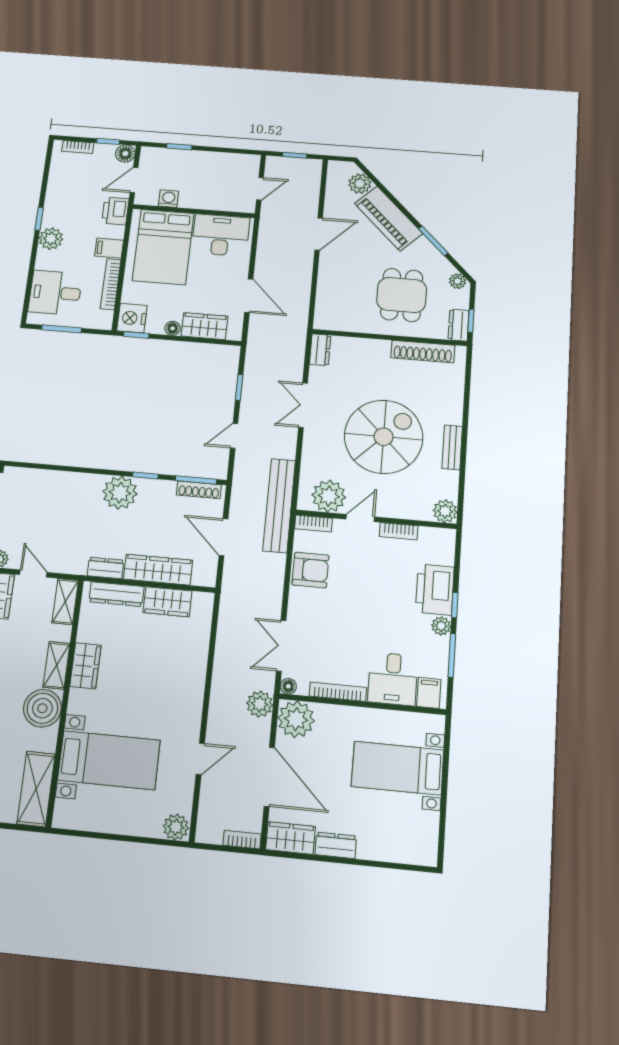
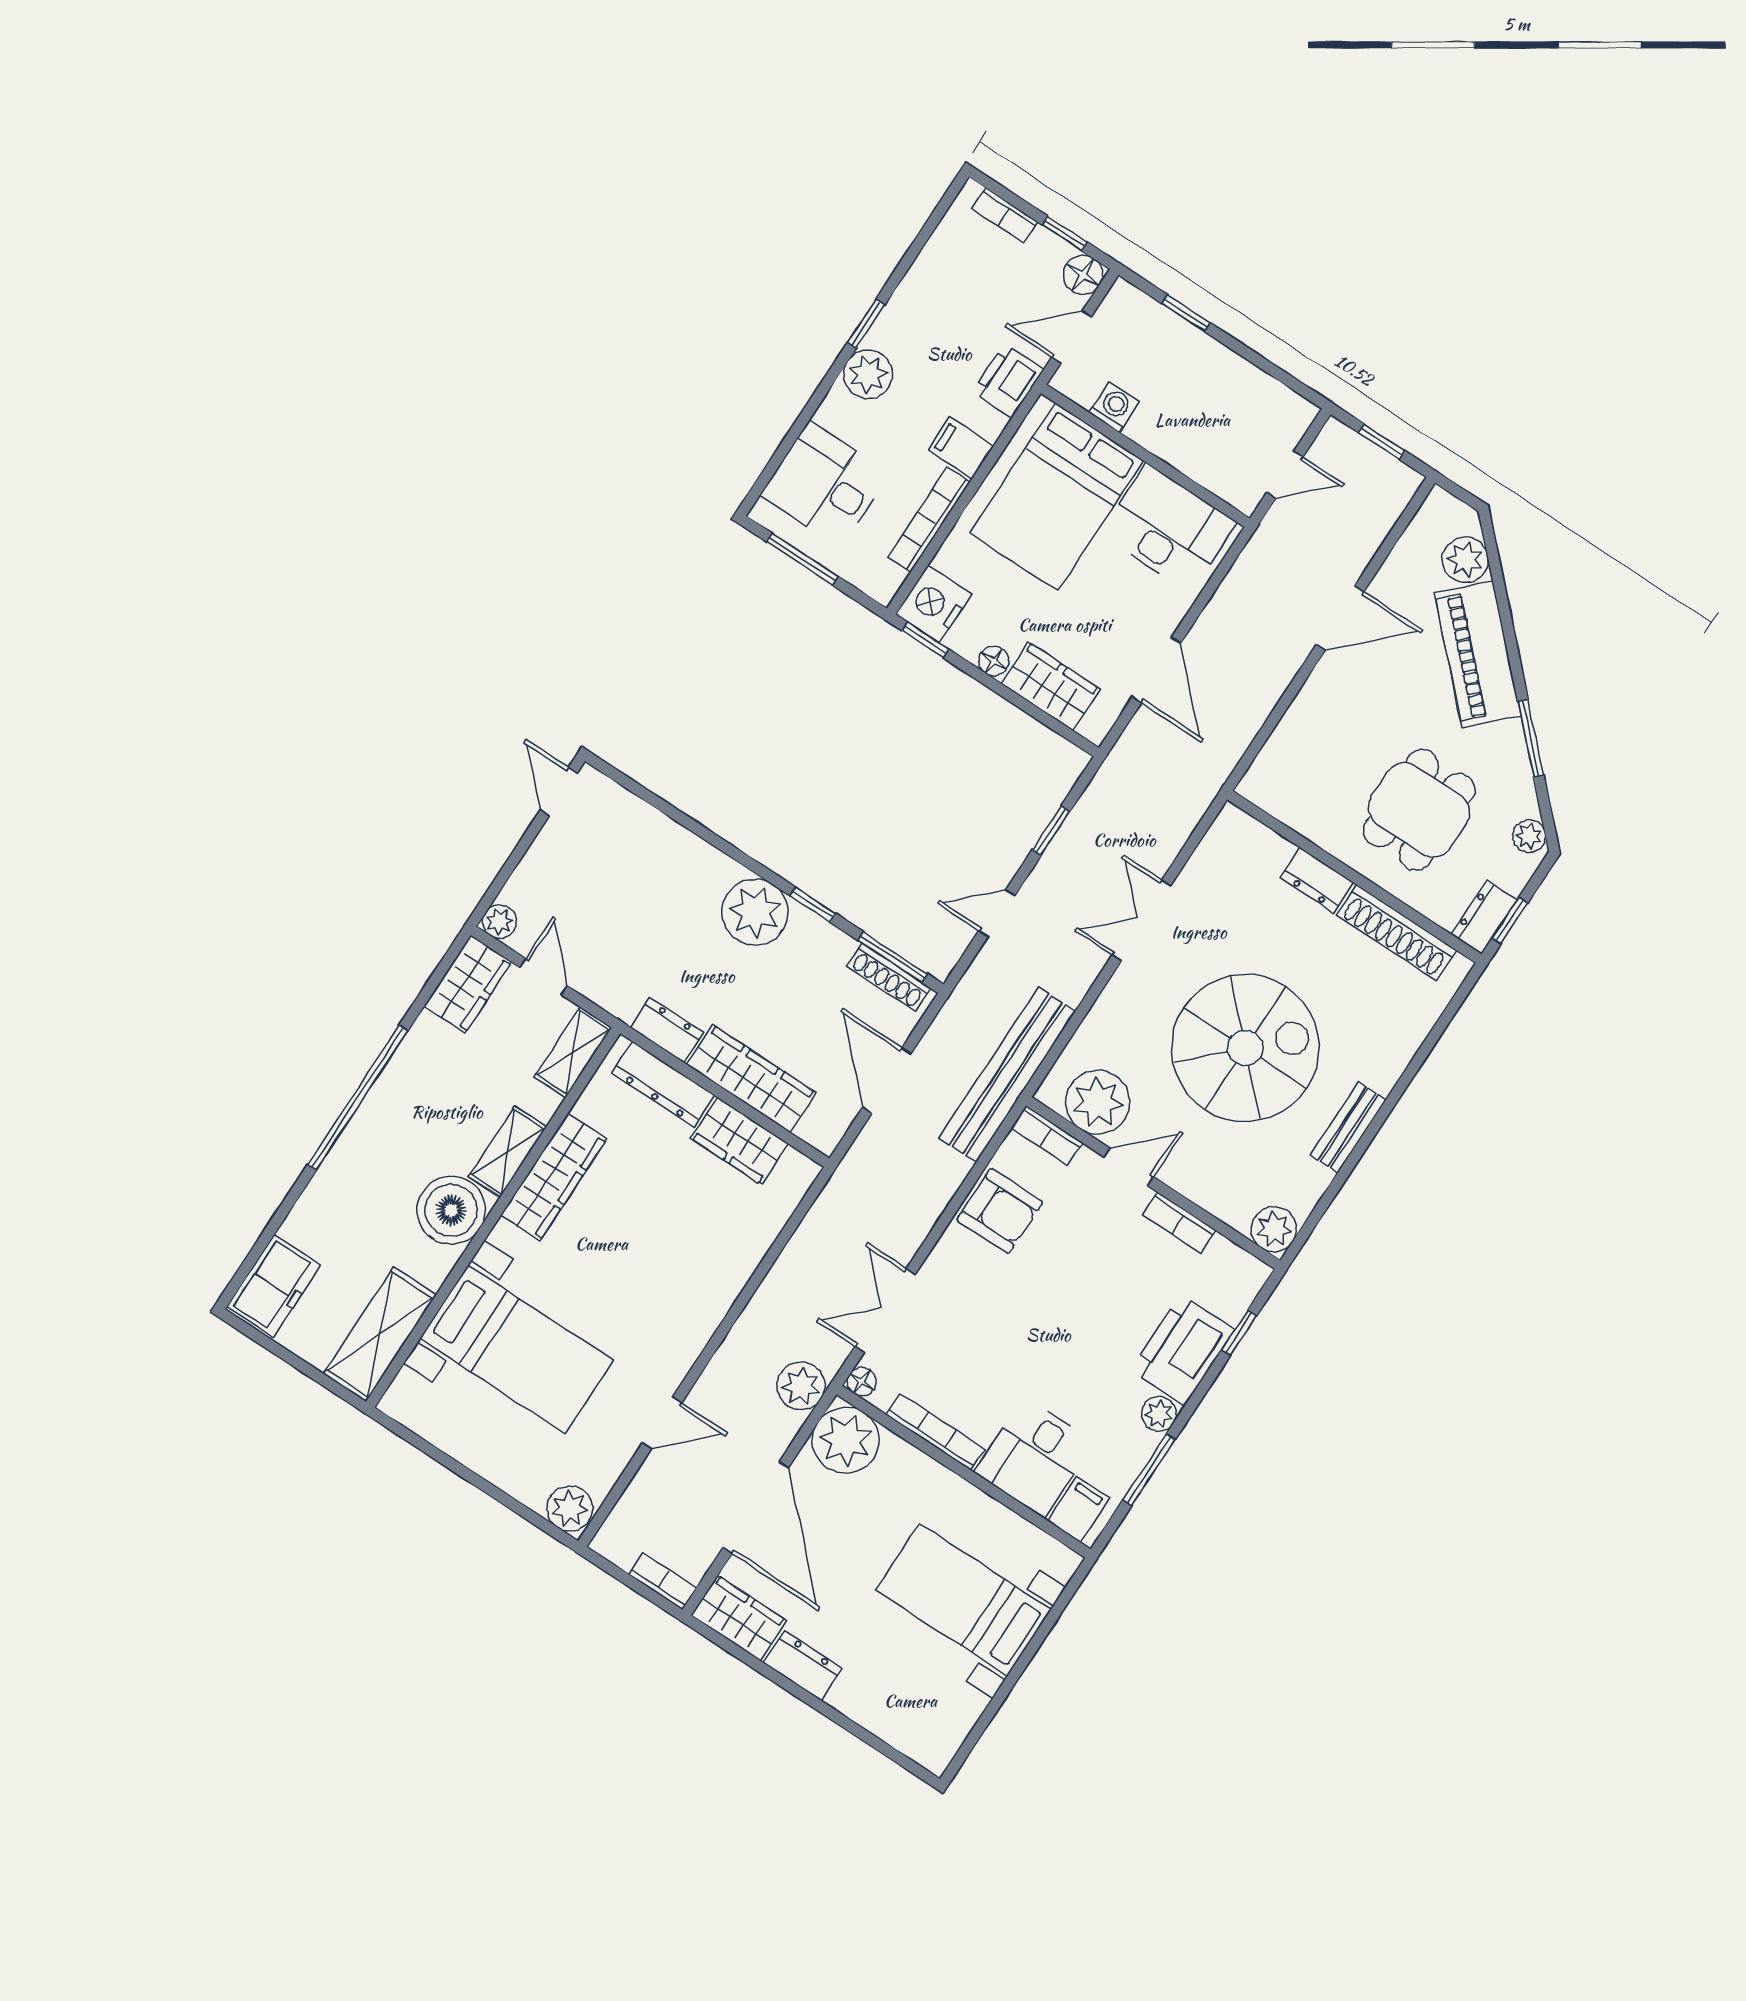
dresser: (320, 350) -> (1317, 880), moved, turned 90
window: (455, 605) -> (1239, 1333), moved
wardrobe: (85, 666) -> (554, 1177), width x1.50

